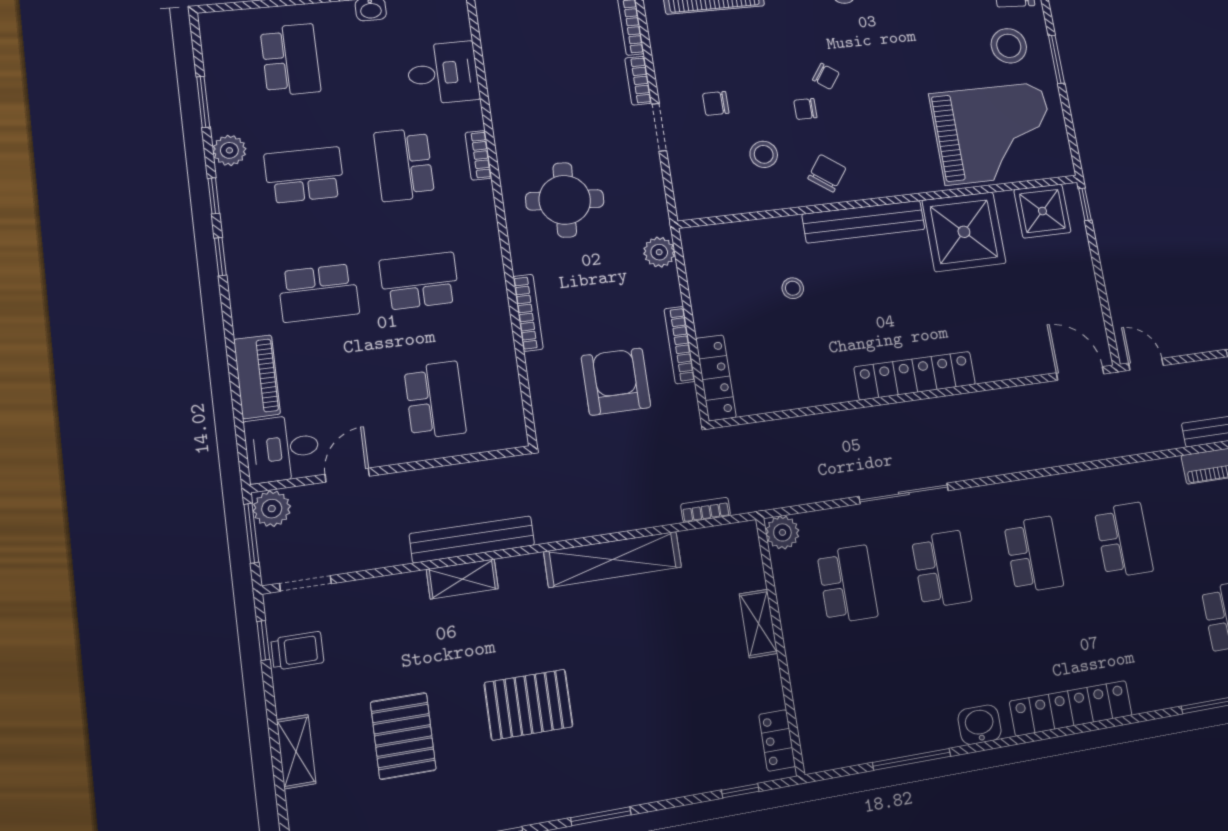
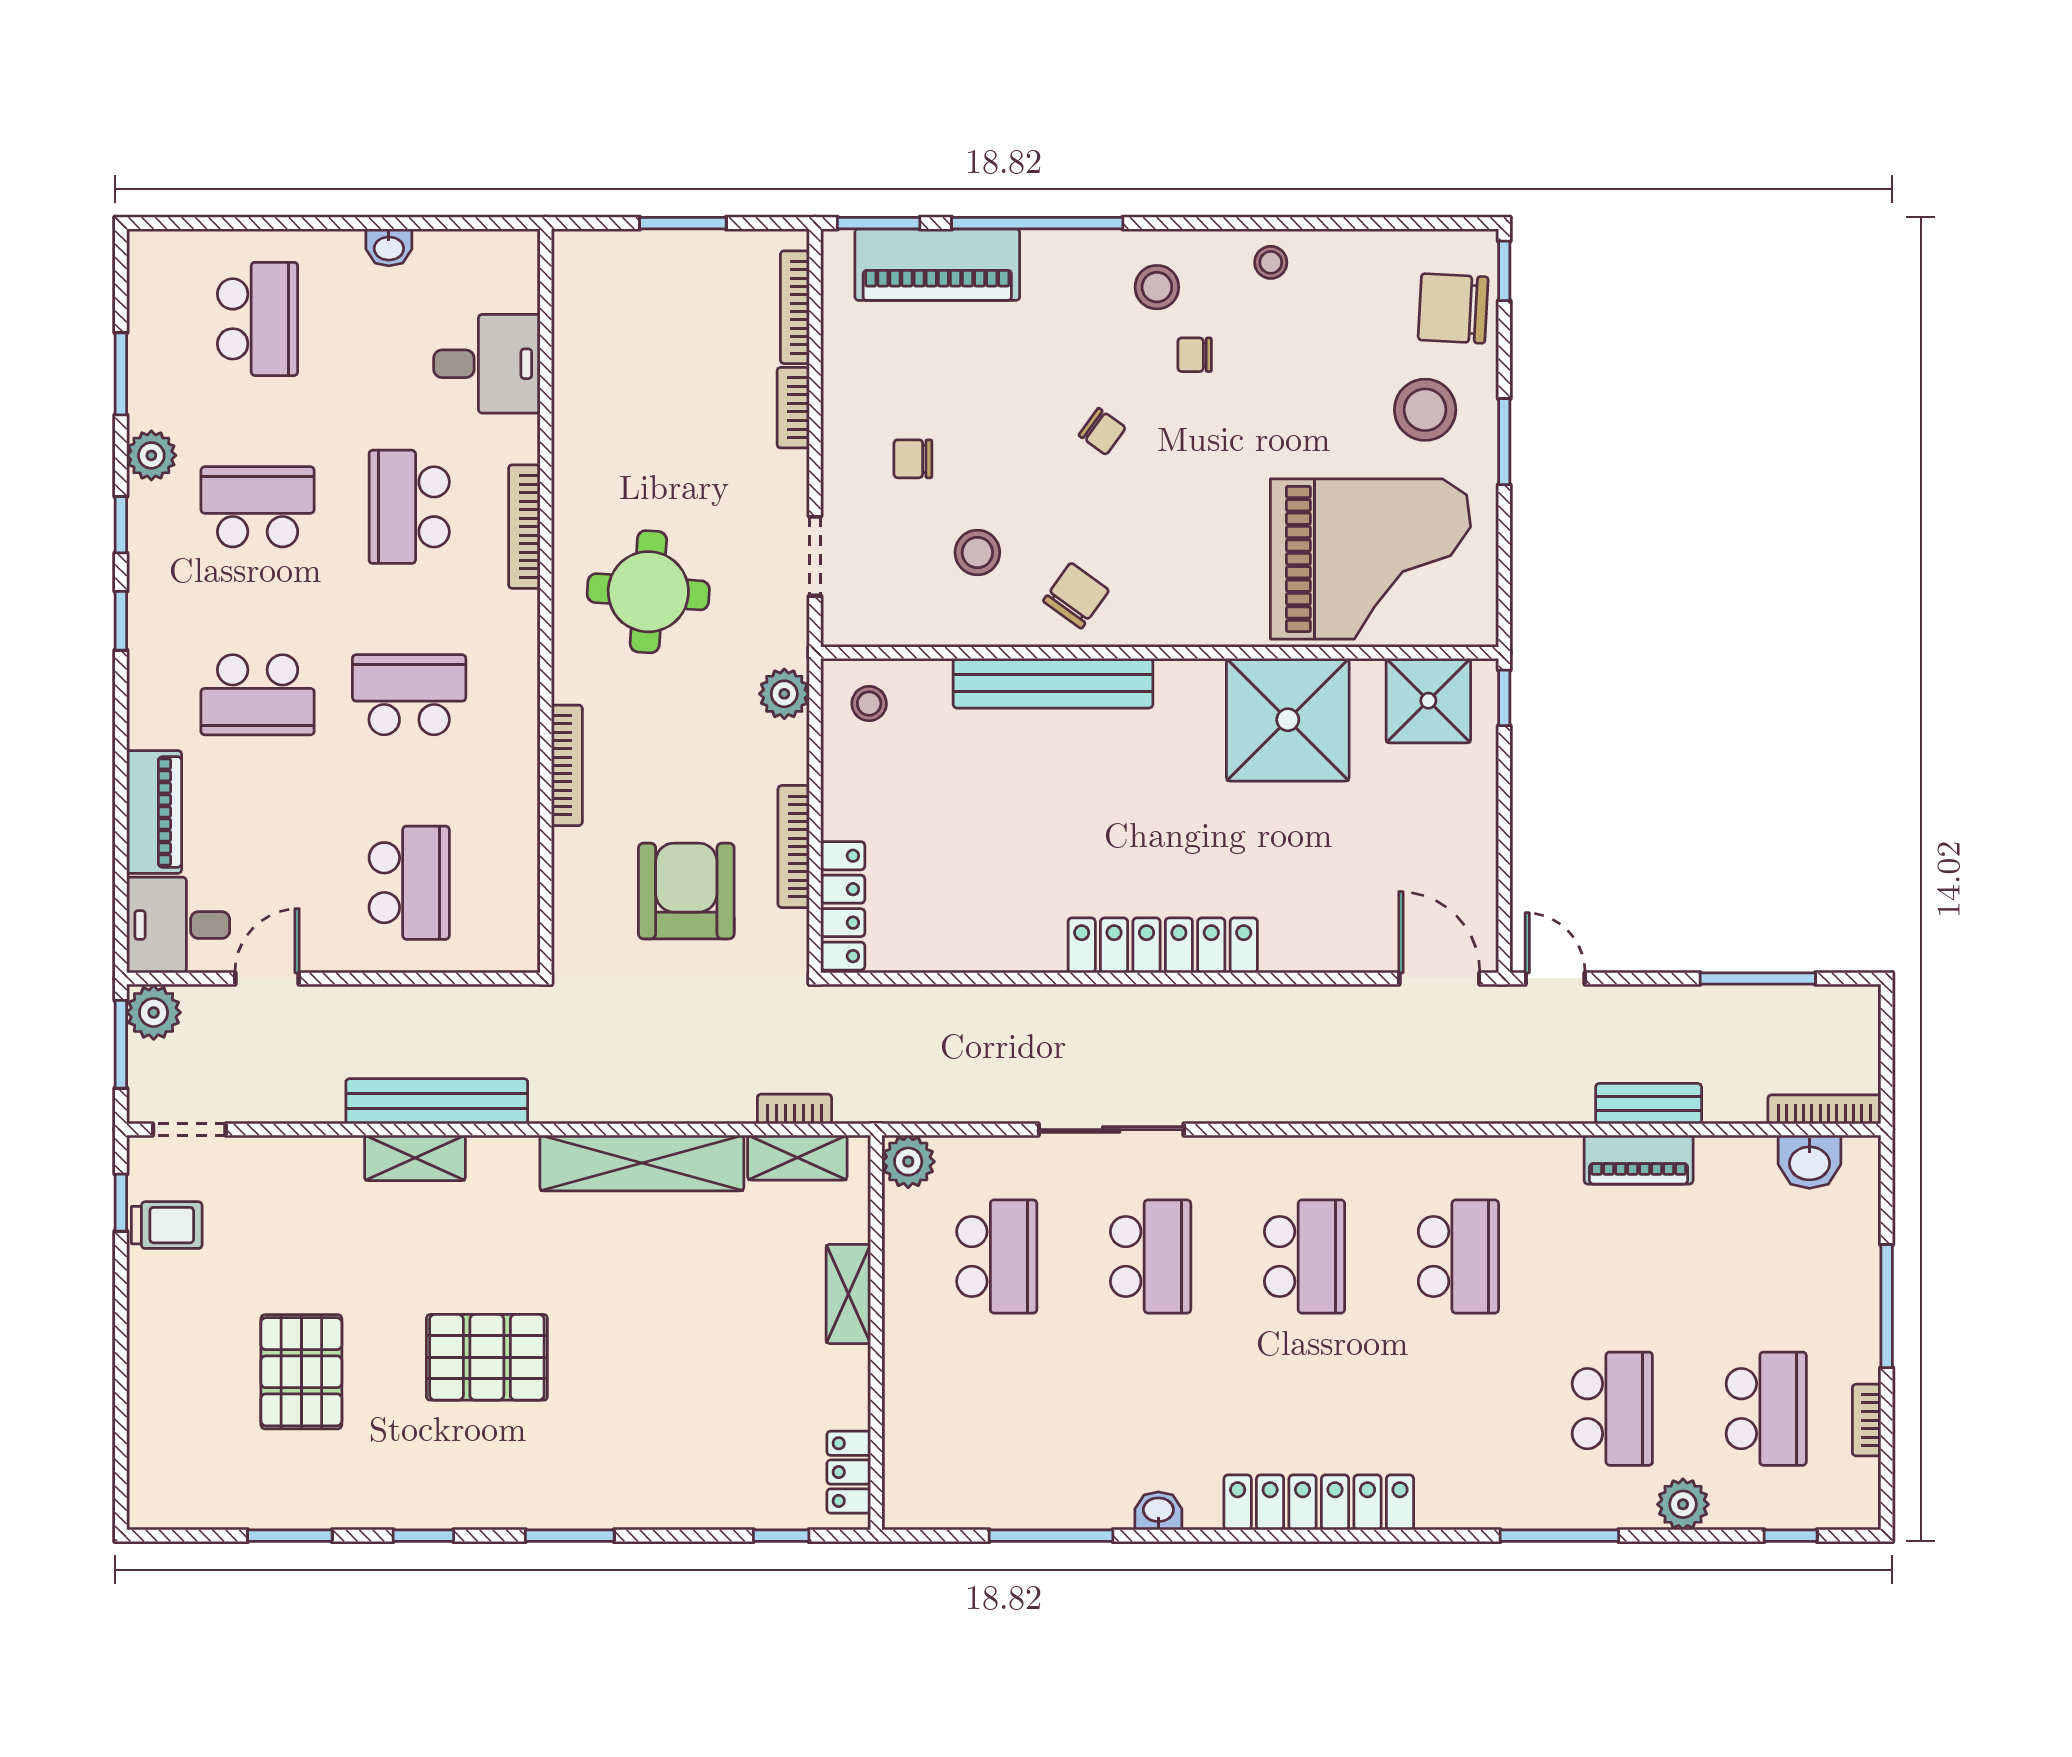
chair: (805, 109) -> (1195, 355), moved
doorway: (659, 127) -> (815, 556), moved
bookcase: (478, 155) -> (524, 527), width x1.56
bench: (864, 222) -> (1053, 683), moved
stool: (793, 288) -> (869, 704), moved
washbasin: (980, 725) -> (1158, 1511), width x0.72, depth x0.69
shelving: (296, 752) -> (797, 1158), moved, turned 90

